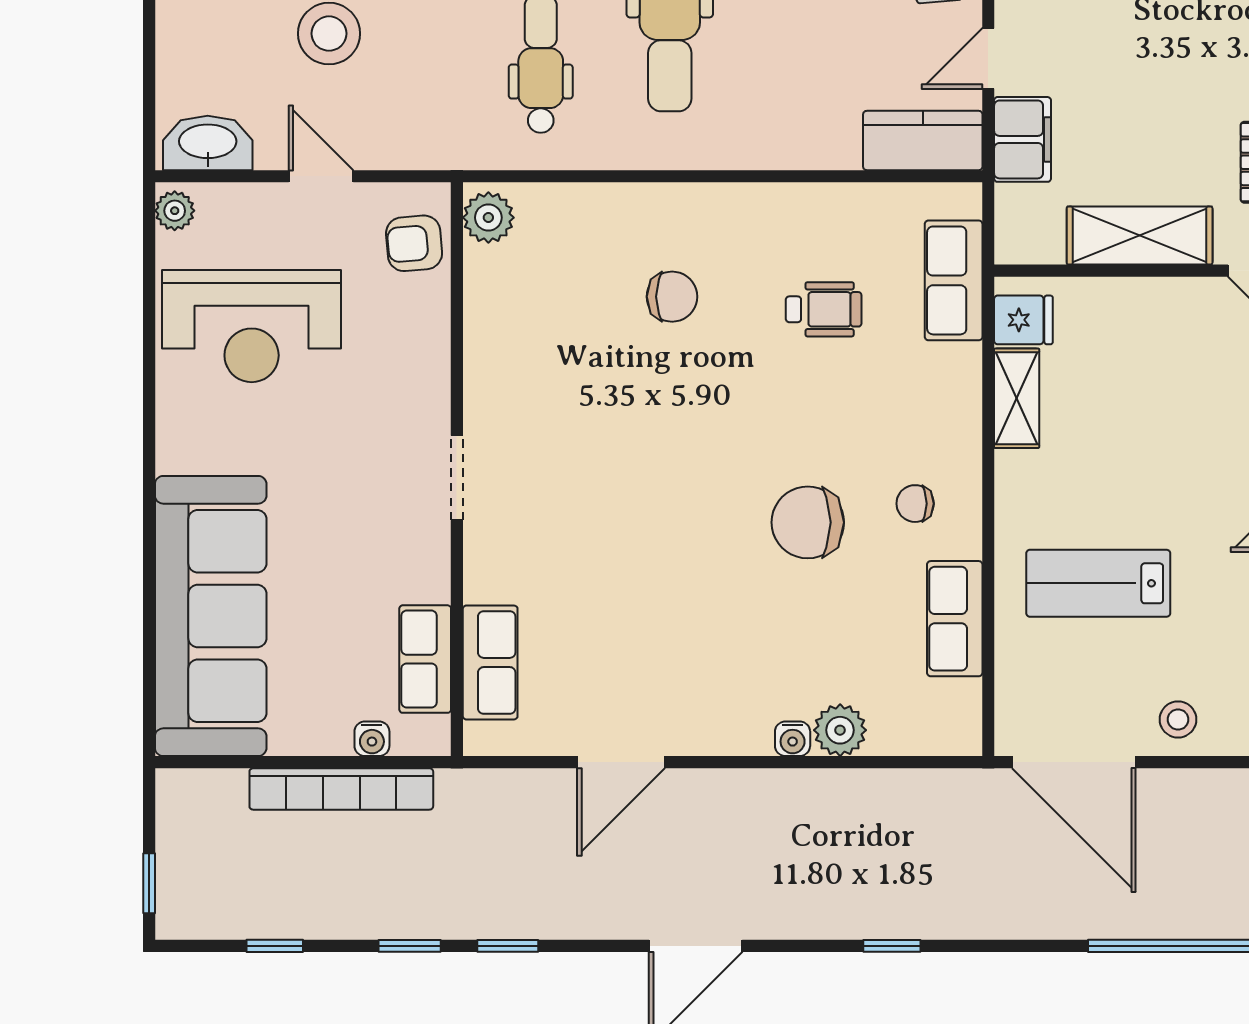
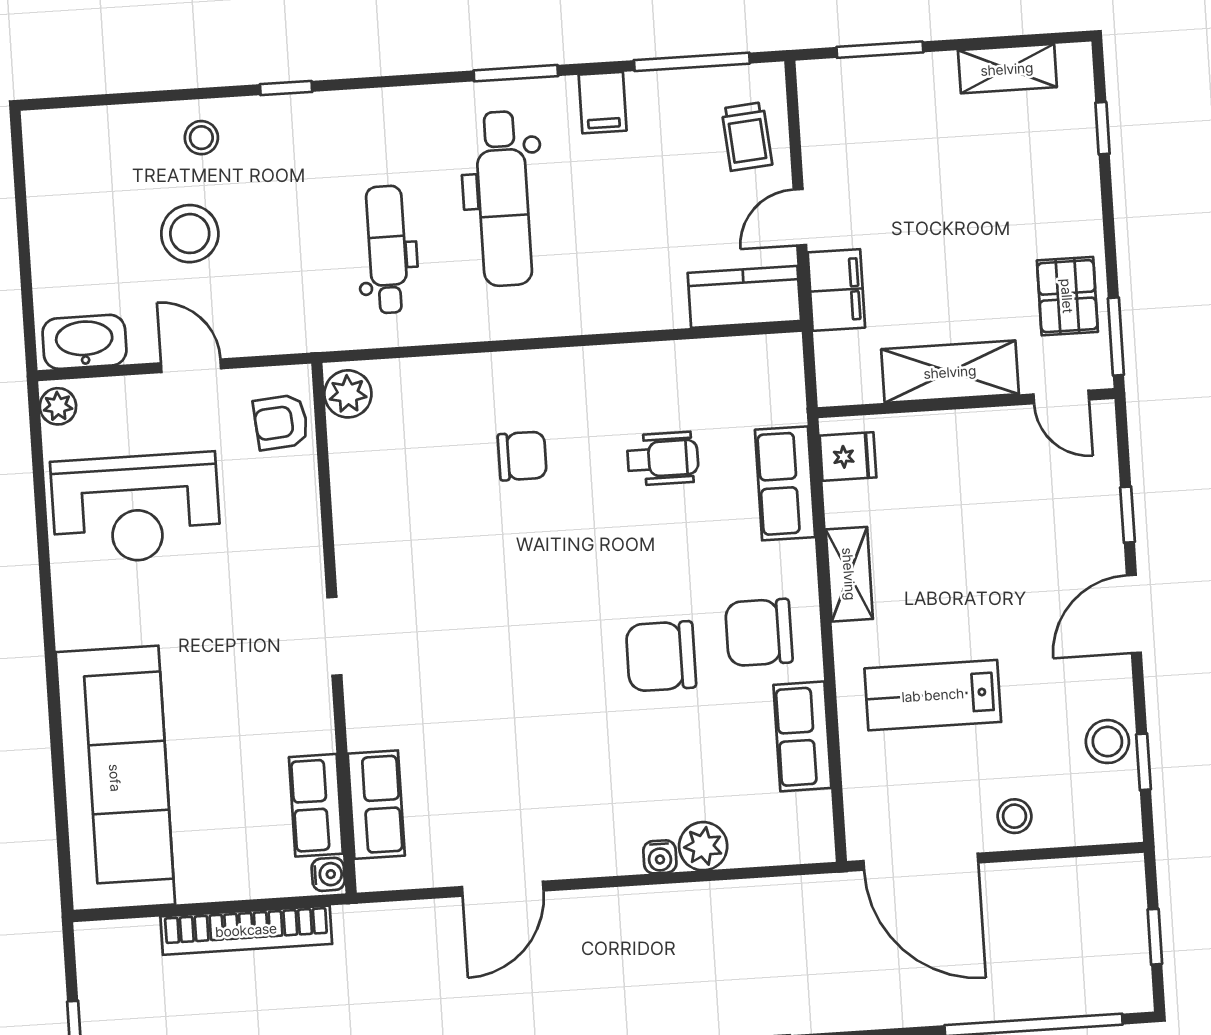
row of seats: (954, 280) -> (785, 483), moved
shelving: (1017, 398) -> (849, 574), moved
chair: (915, 504) -> (759, 632), width x1.87, depth x1.87
water cooler: (372, 739) -> (328, 874), moved, turned -90

